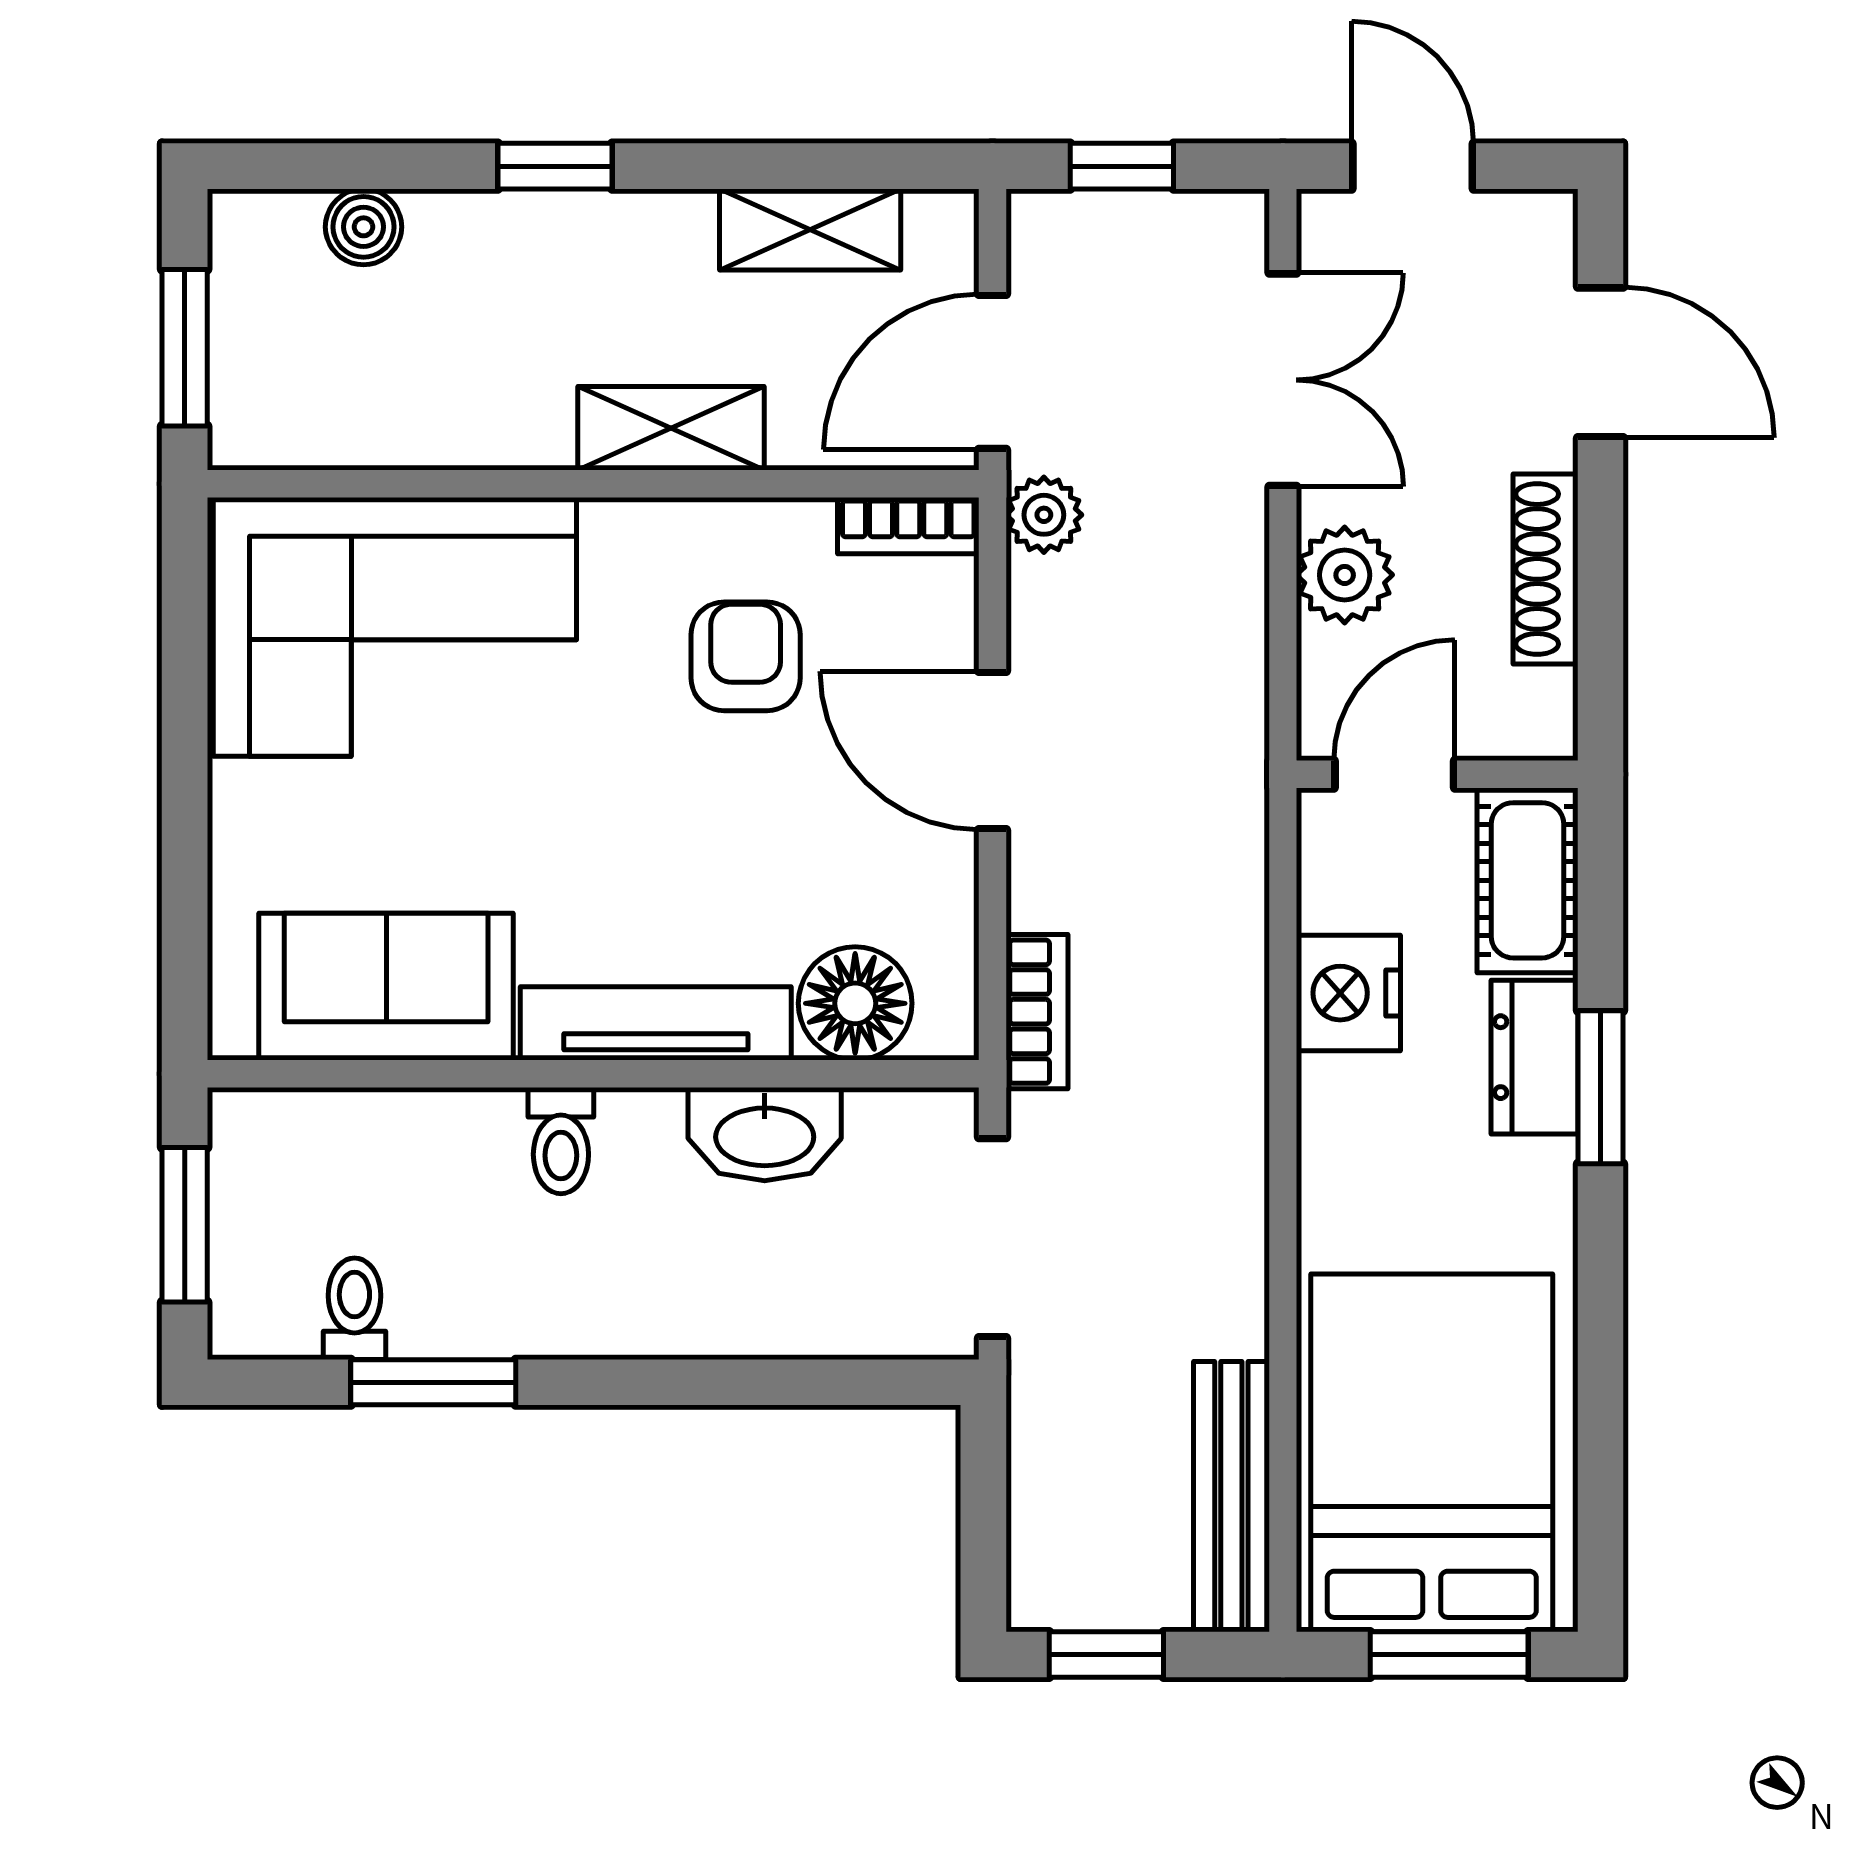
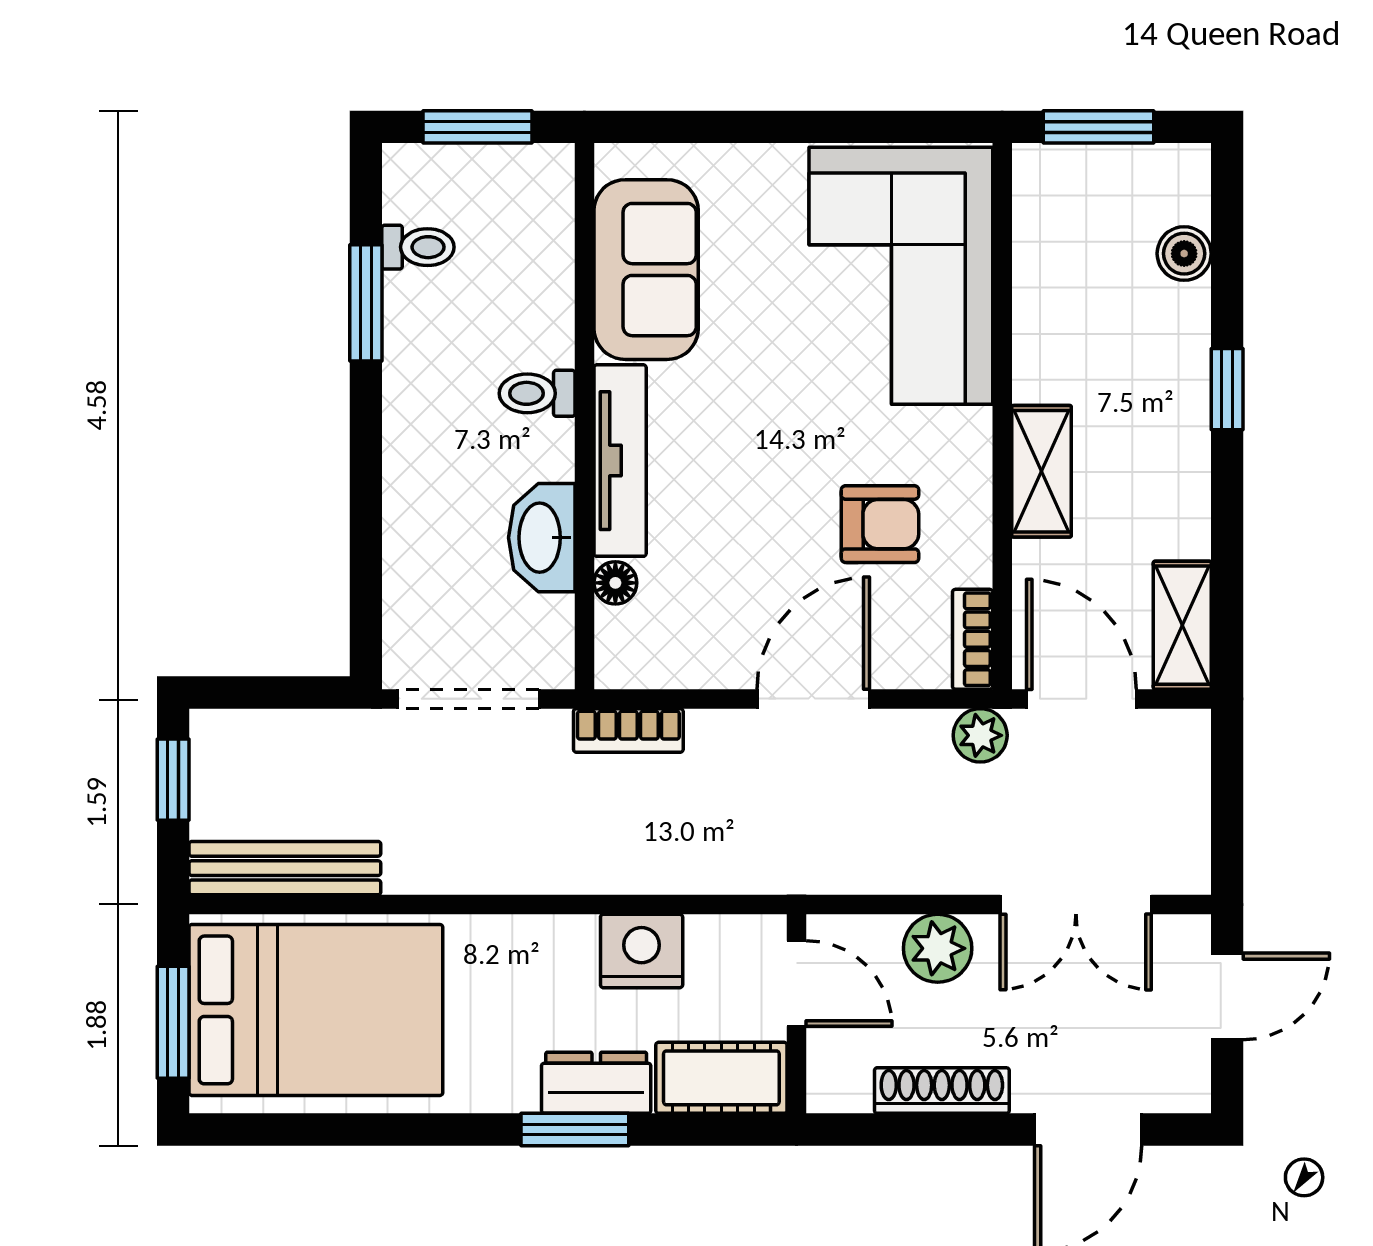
window: (1122, 166) -> (1227, 791), removed
shelving: (810, 230) -> (1182, 625), moved
floor lamp: (855, 1003) -> (615, 583), width x0.53, depth x0.53

